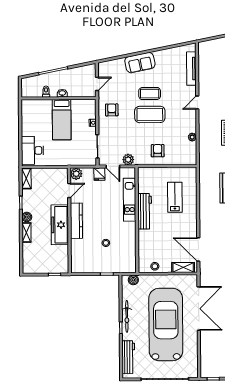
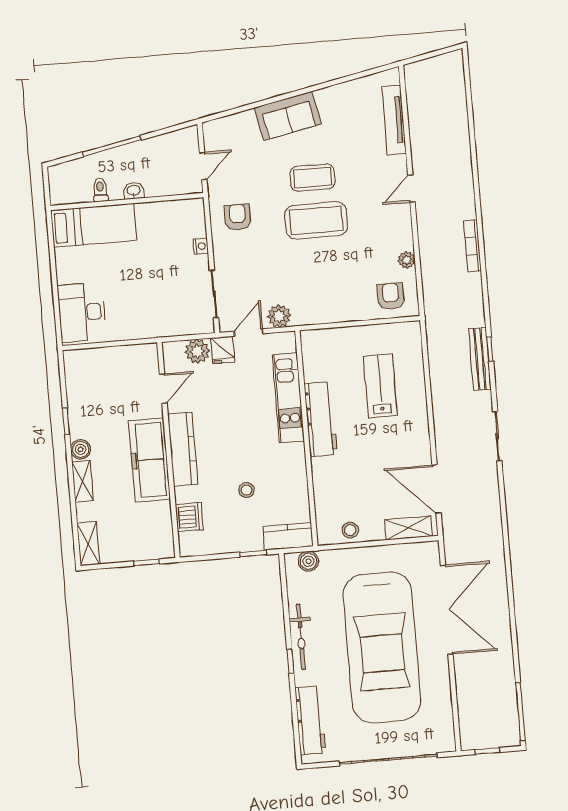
bed: (62, 120) -> (94, 225), moved, turned -90
armchair: (158, 151) -> (391, 296), moved
door: (113, 166) -> (249, 332), swing flipped
plant: (76, 174) -> (197, 351), moved
shelving: (26, 179) -> (88, 544), moved
dishwasher: (77, 254) -> (189, 517), added
kitchen counter: (124, 267) -> (288, 536), added
car: (166, 324) -> (382, 647), turned 180

